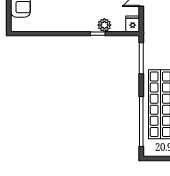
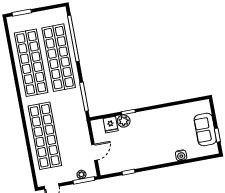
fridge: (133, 24) -> (111, 125), moved

